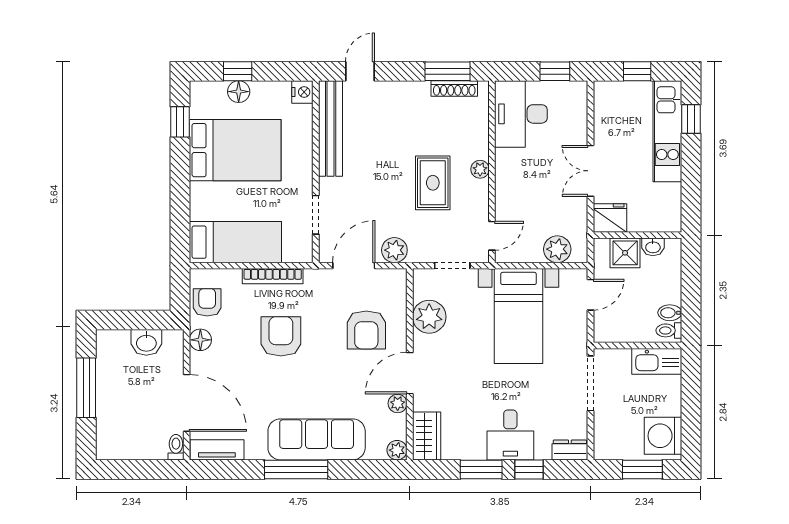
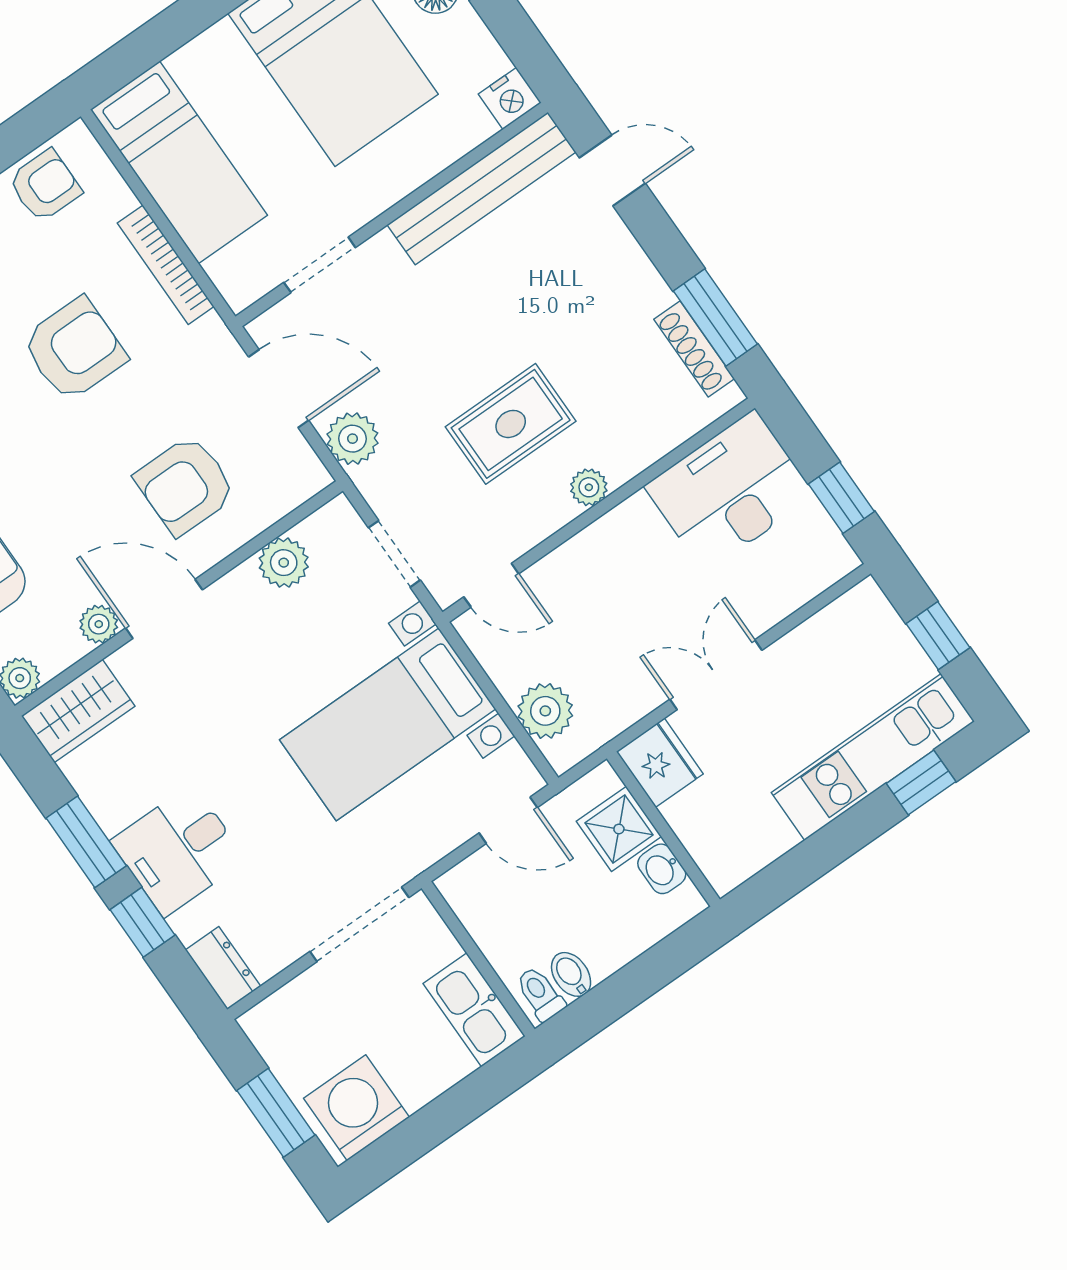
plant: (429, 317) -> (284, 563), width x0.73, depth x0.73

